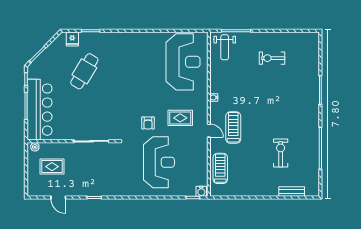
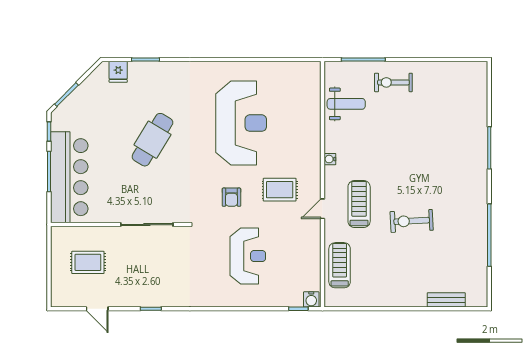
weight bench: (225, 47) -> (346, 104), moved, turned -90
exercise bike: (272, 58) -> (393, 82), moved
reception desk: (183, 62) -> (241, 123), moved
cafe table: (84, 71) -> (152, 140), moved
door: (209, 131) -> (323, 209), swing flipped
plant: (35, 147) -> (62, 233), removed
exercise bike: (281, 153) -> (412, 221), moved, turned -93
reception desk: (159, 162) -> (248, 256), width x0.74, depth x0.77

